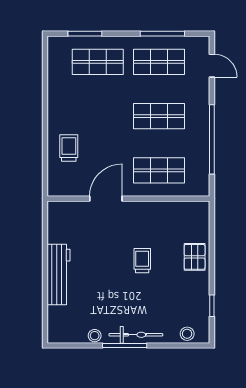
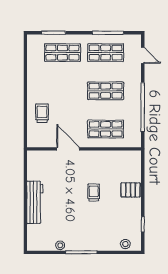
door: (106, 199) -> (68, 149), hinge flipped
pallet: (195, 257) -> (131, 190), turned 90
bicycle: (136, 335) -> (89, 245), removed

